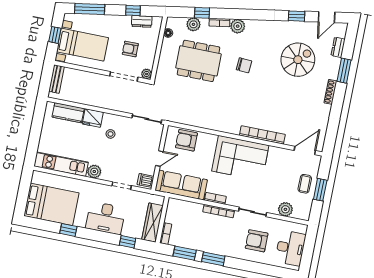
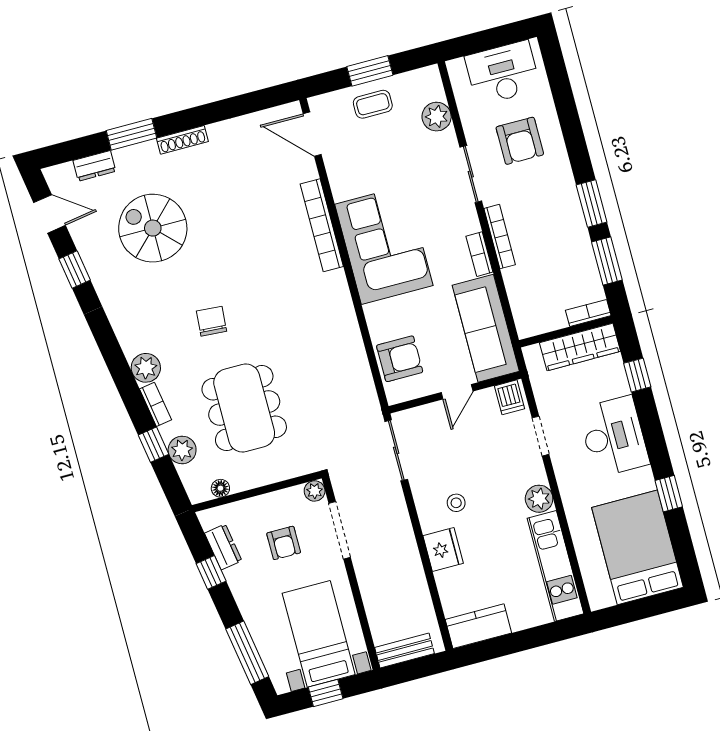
kitchen counter: (68, 113) -> (478, 626), moved, turned -90
armchair: (186, 140) -> (400, 359), turned -90
door: (159, 159) -> (457, 392), swing flipped

